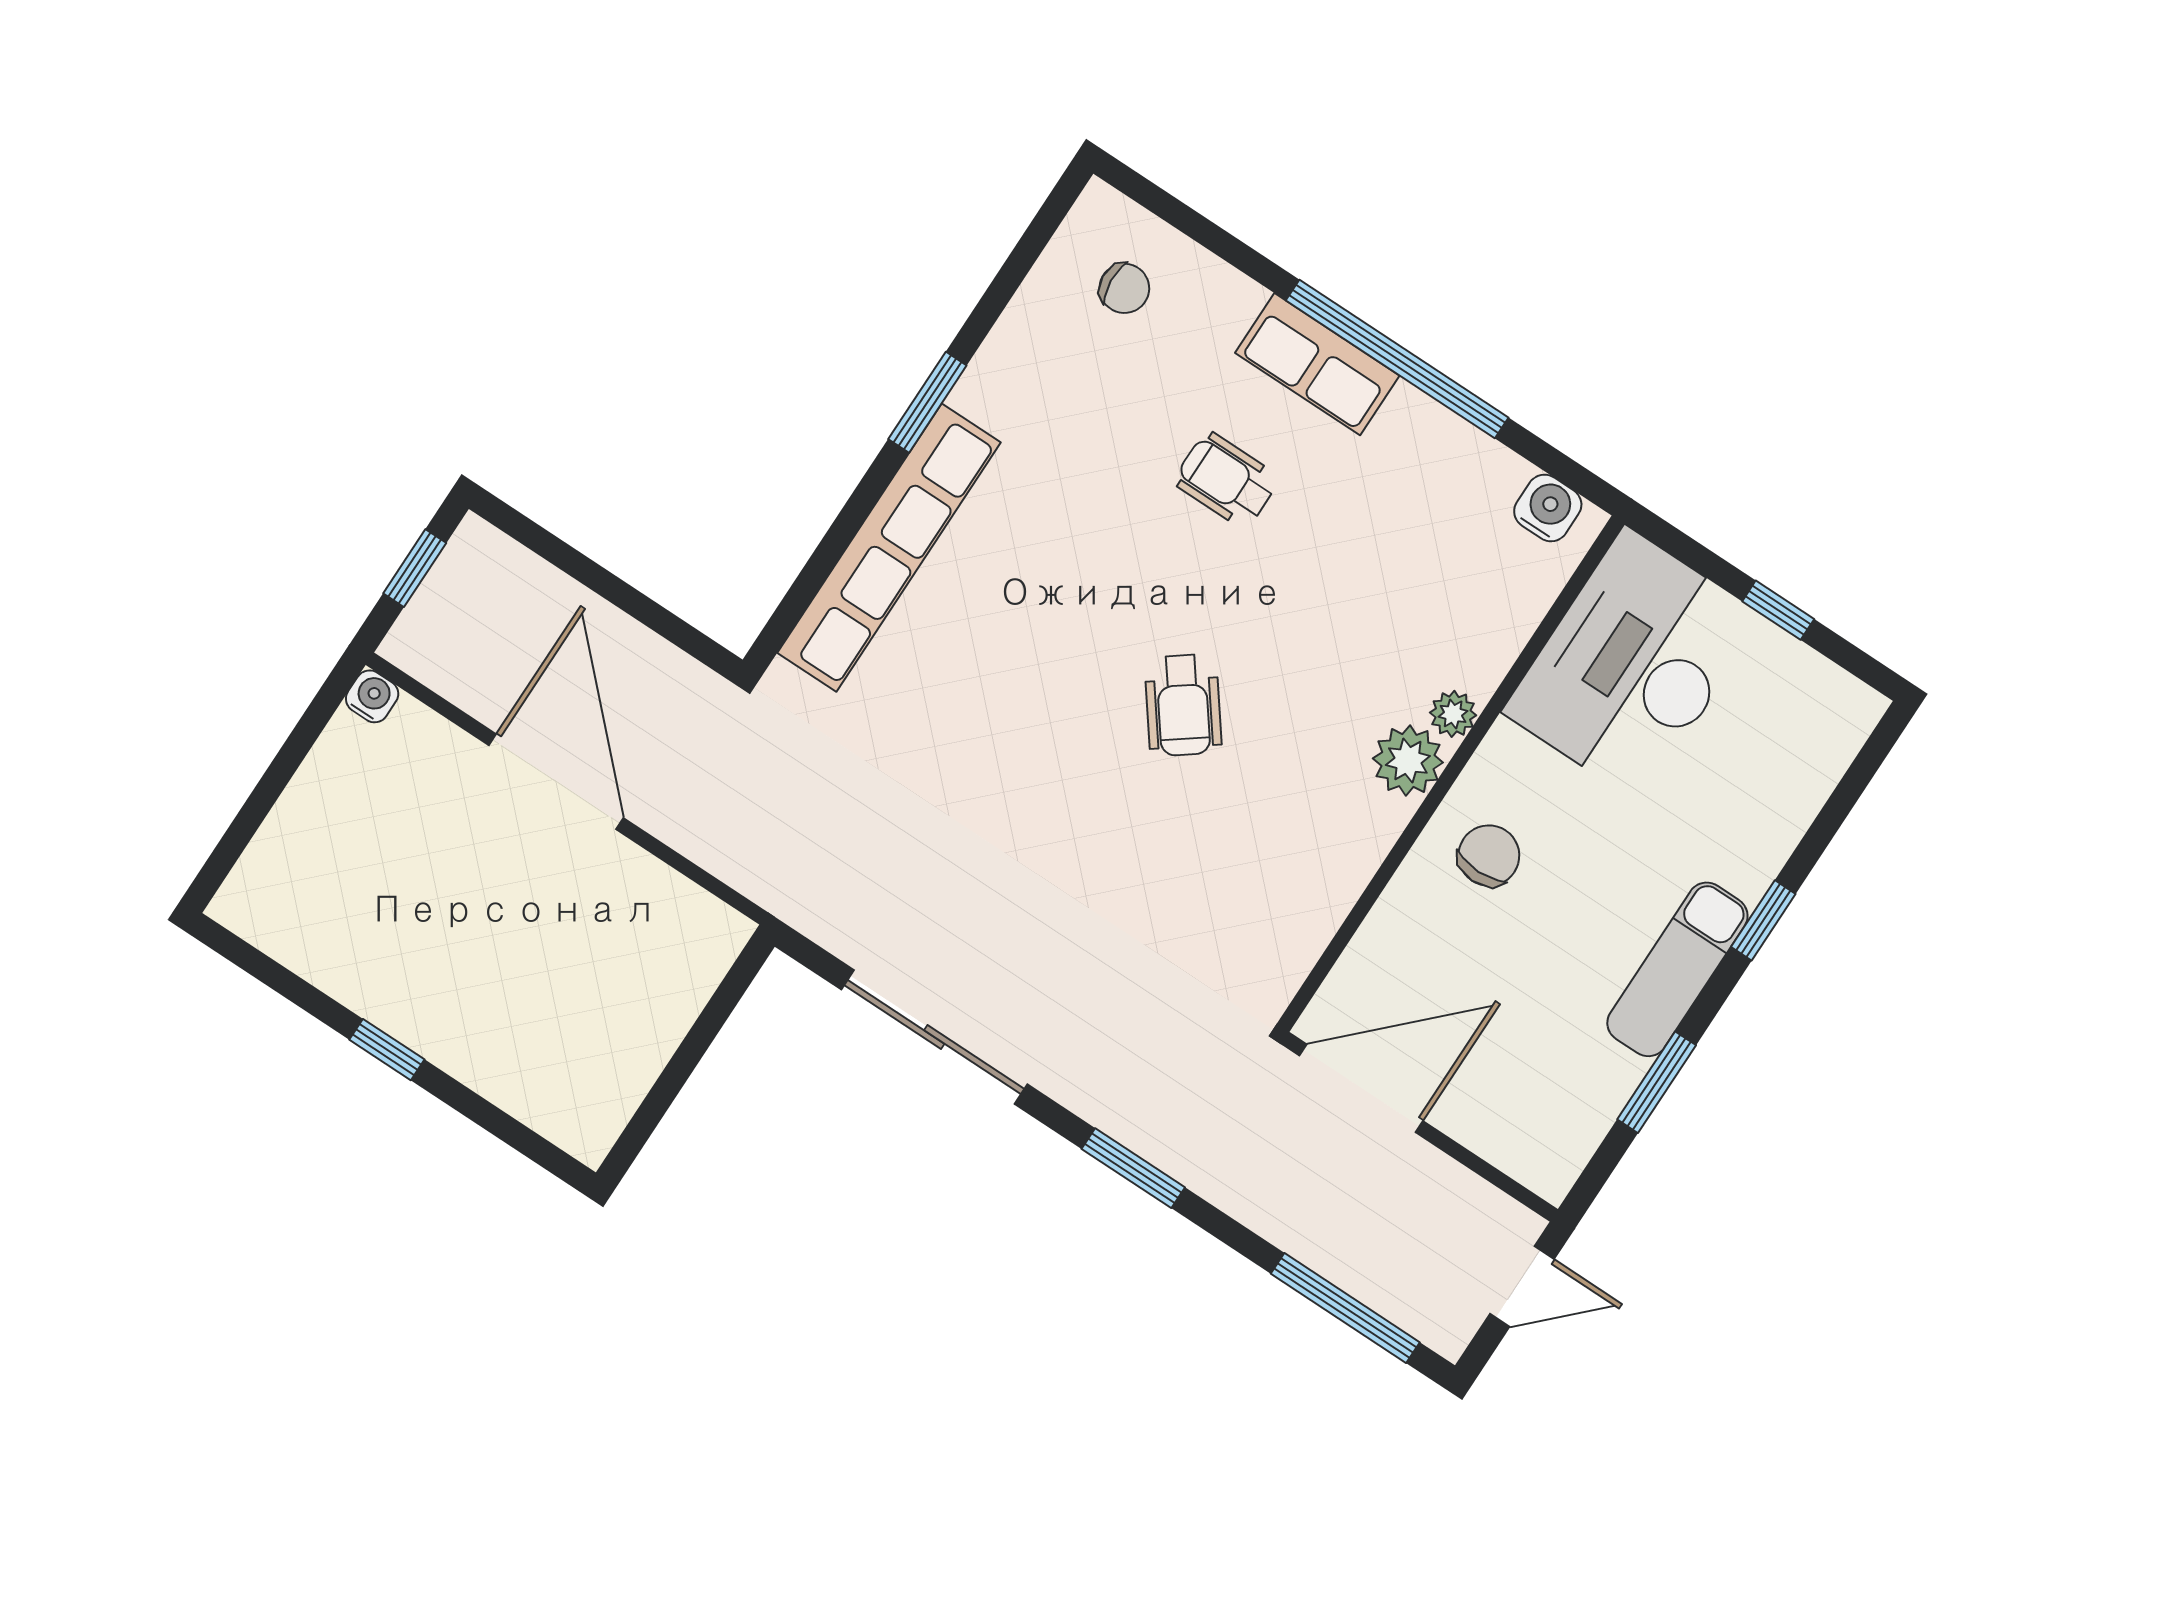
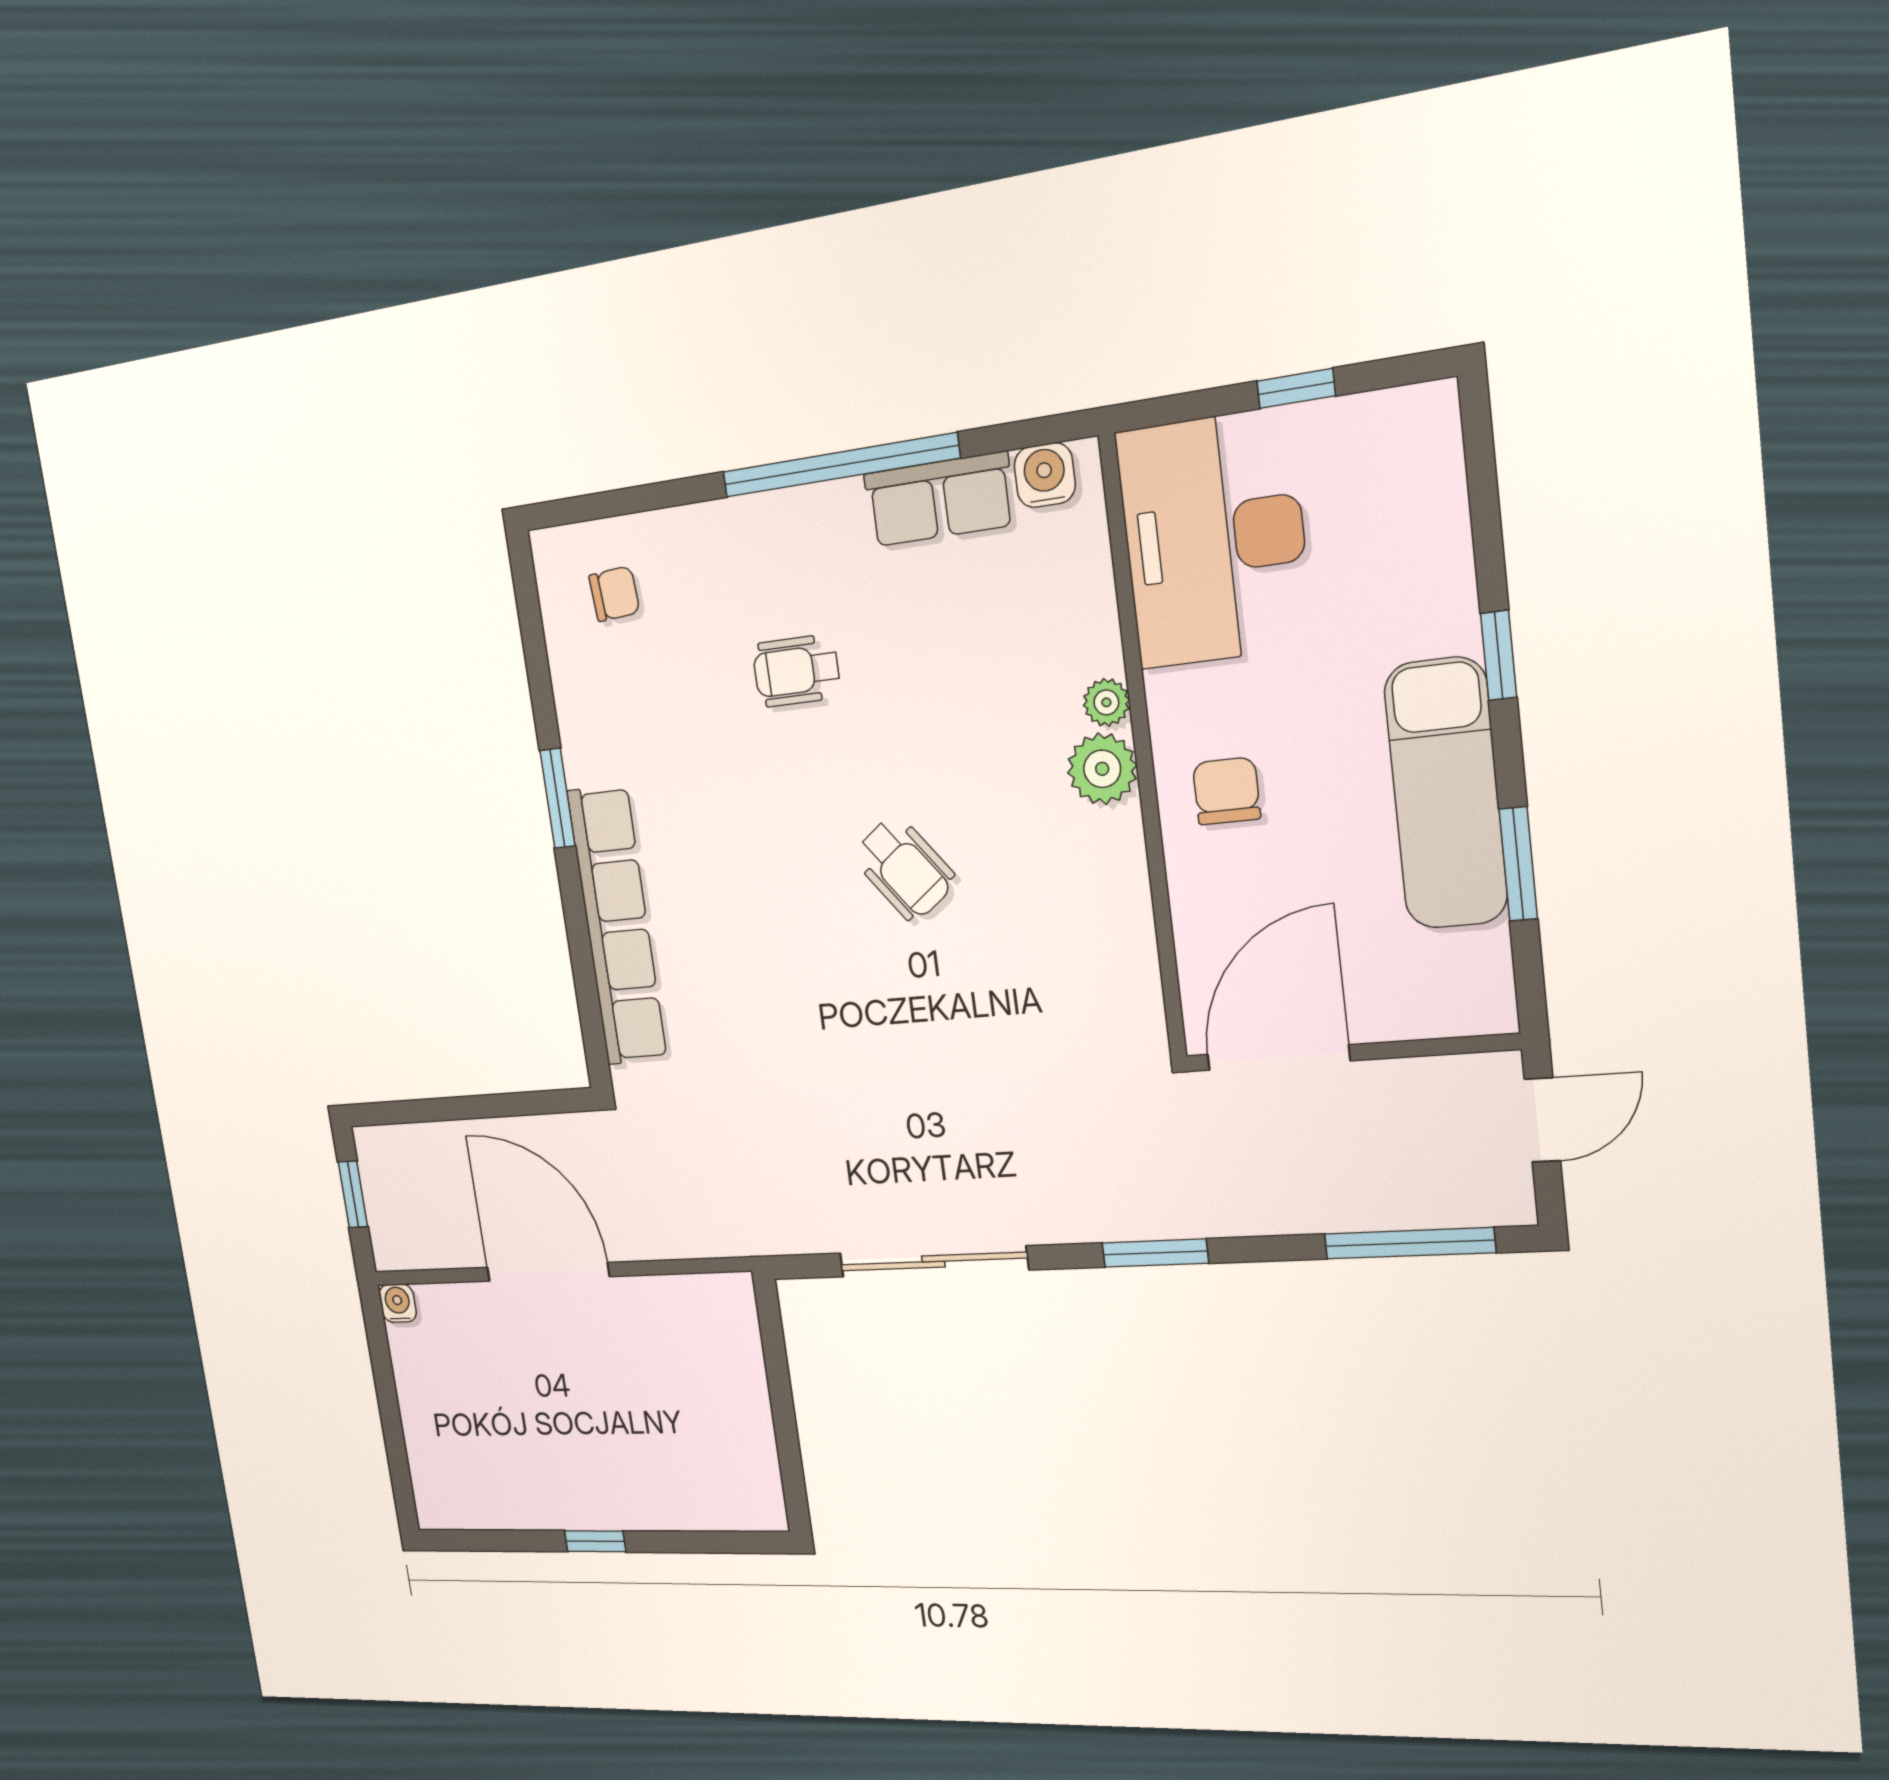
row of seats: (1317, 364) -> (939, 499), moved
exam couch: (1677, 969) -> (1446, 794), width x1.36, depth x1.45

